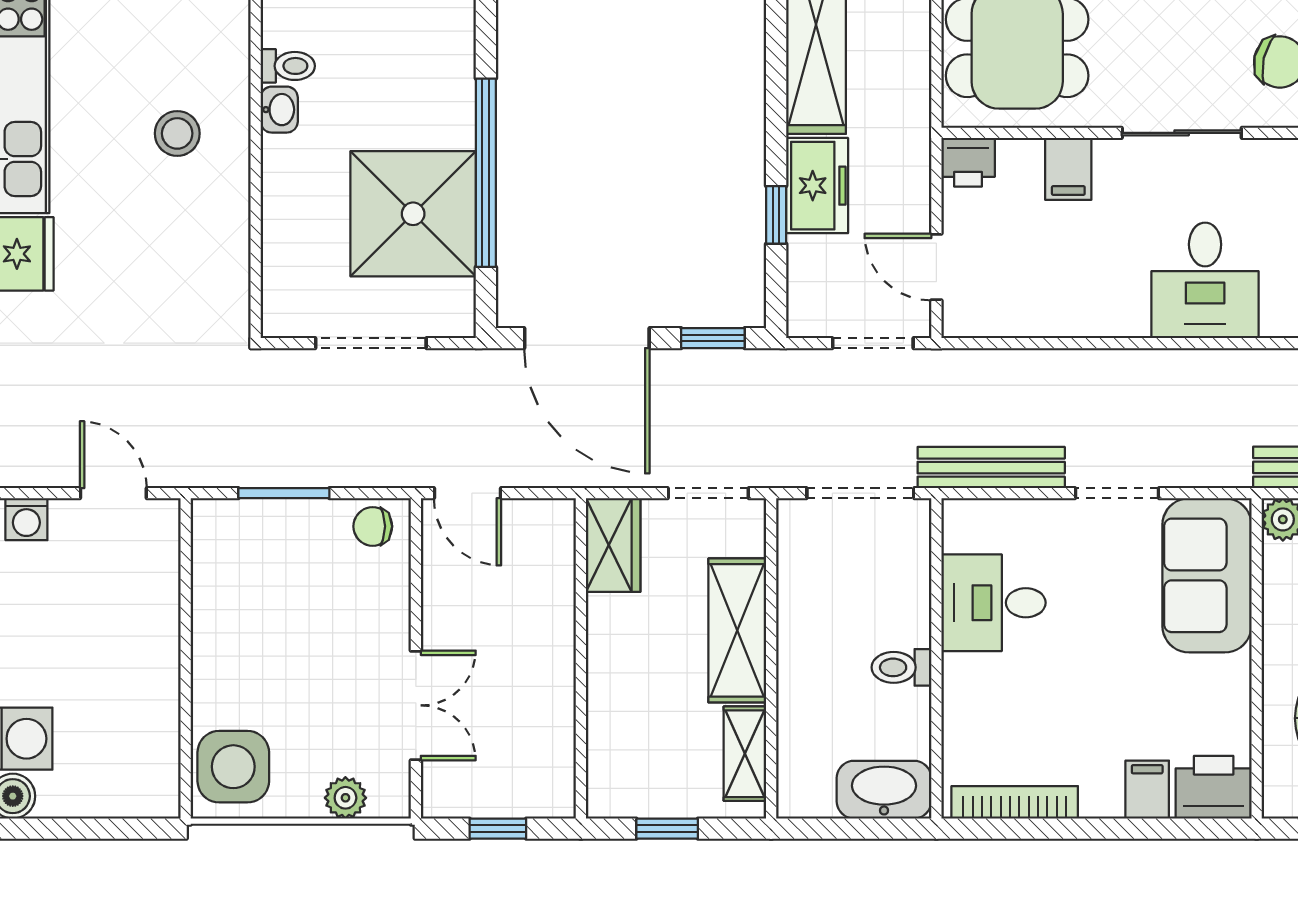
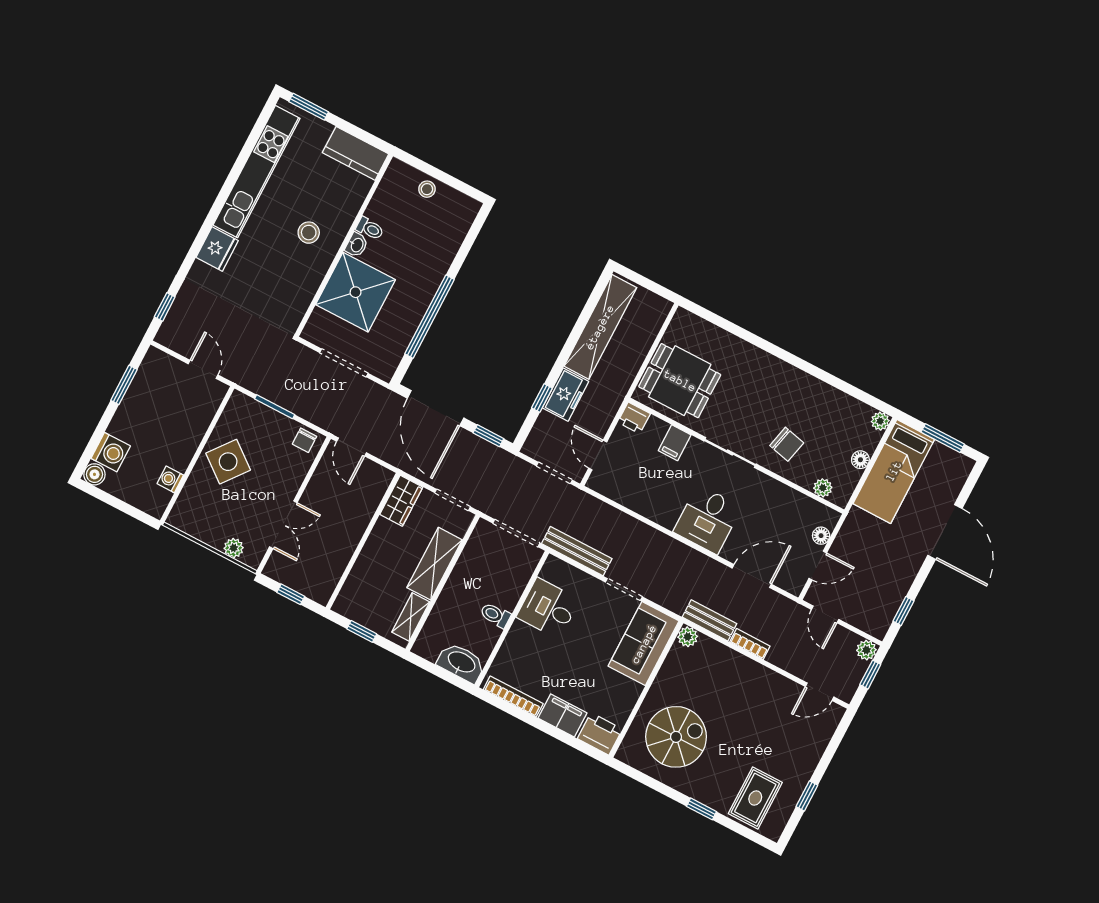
shower: (413, 214) -> (356, 292), moved
washing machine: (26, 519) -> (170, 479), moved, turned 90
chair: (373, 526) -> (305, 440), turned -90
side table: (233, 767) -> (228, 462), moved, turned 38
filing cabinet: (1147, 790) -> (562, 715), width x2.00

